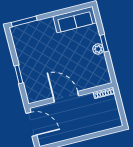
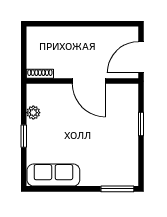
plant: (98, 49) -> (33, 113), moved
door: (31, 124) -> (141, 57), hinge flipped

